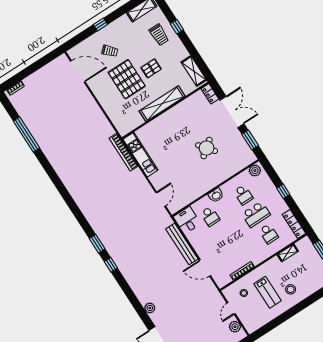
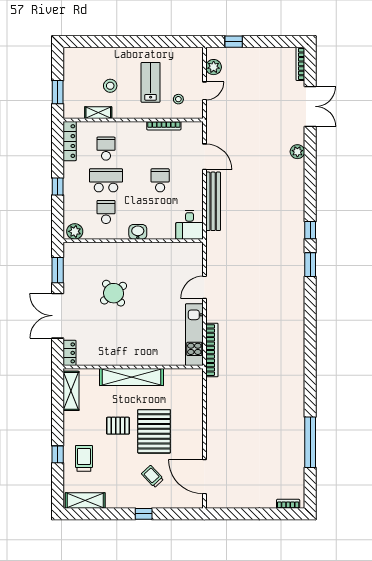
door: (161, 199) -> (204, 287), moved
school desk: (210, 216) -> (160, 180), moved
stool: (291, 289) -> (110, 86), moved

